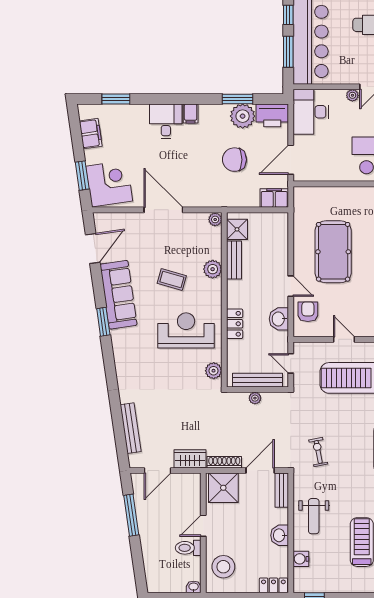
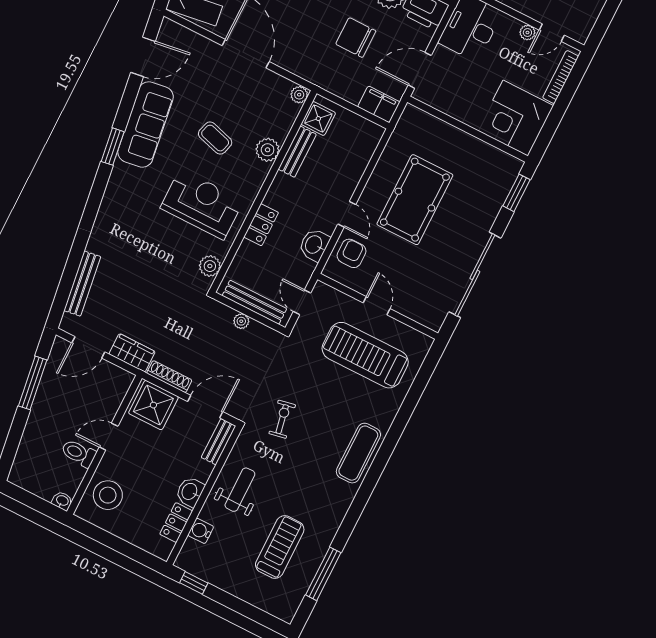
weight bench: (314, 516) -> (240, 490), turned 180
locker: (273, 585) -> (176, 523), moved, turned -90

